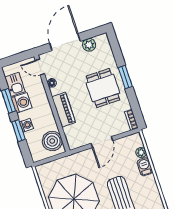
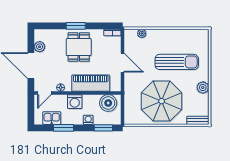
dining table: (103, 88) -> (79, 47), turned 90
washing machine: (22, 103) -> (75, 102), moved, turned 180
piano: (64, 110) -> (91, 83), width x1.37, depth x1.33
window: (18, 131) -> (103, 128), moved
barbecue: (145, 167) -> (154, 34), removed

